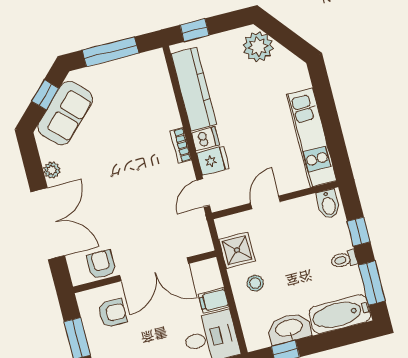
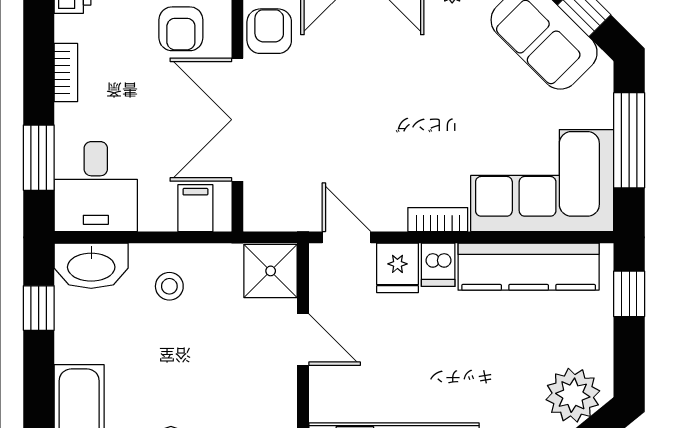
corner sofa: (145, 94) -> (542, 181), added
shower: (237, 250) -> (271, 271), moved
armchair: (101, 264) -> (269, 31), turned -90
filing cabinet: (214, 300) -> (195, 208), moved
washbasin: (289, 329) -> (91, 266), moved, turned 90

